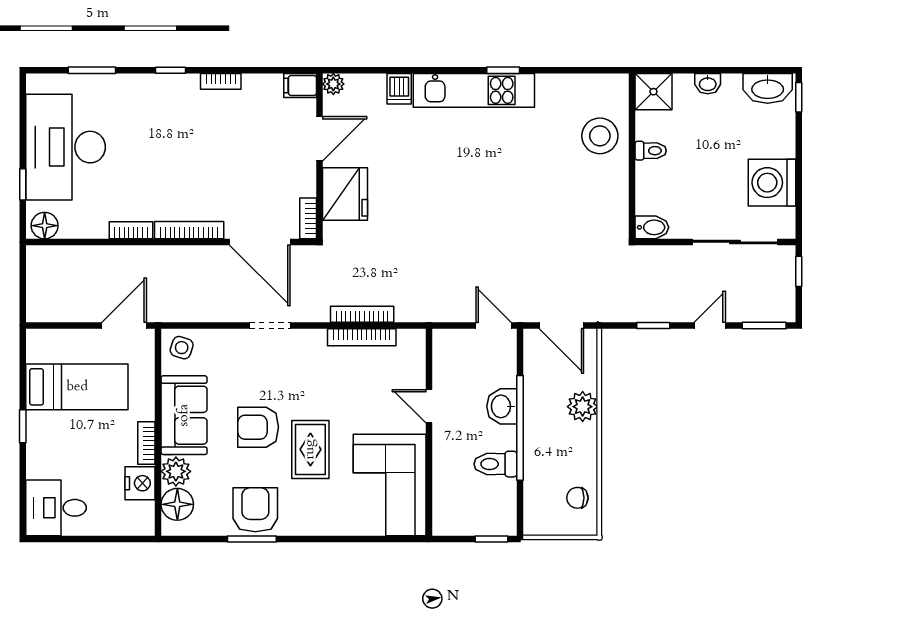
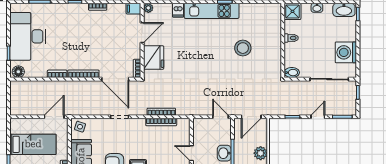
stool: (600, 136) -> (243, 48), moved
door: (561, 325) -> (251, 117), hinge flipped

